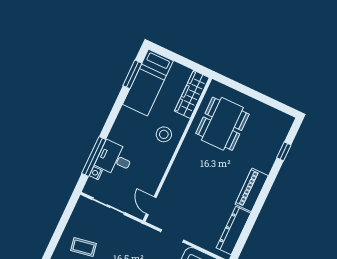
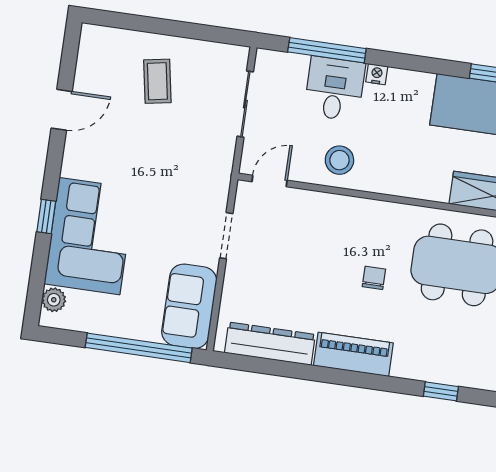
stool: (164, 134) -> (339, 160), moved
chair: (216, 168) -> (374, 278), added
nightstand: (96, 173) -> (377, 74), moved

